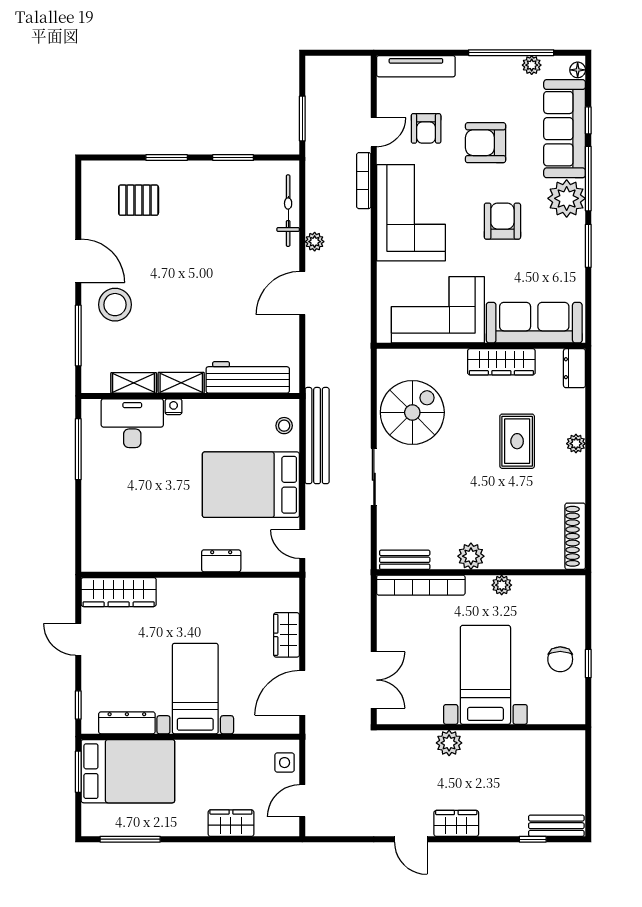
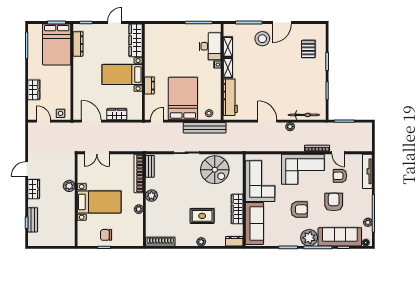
bed with nightstands: (195, 689) -> (122, 75), moved, turned 180
bench: (556, 826) -> (33, 220), moved

